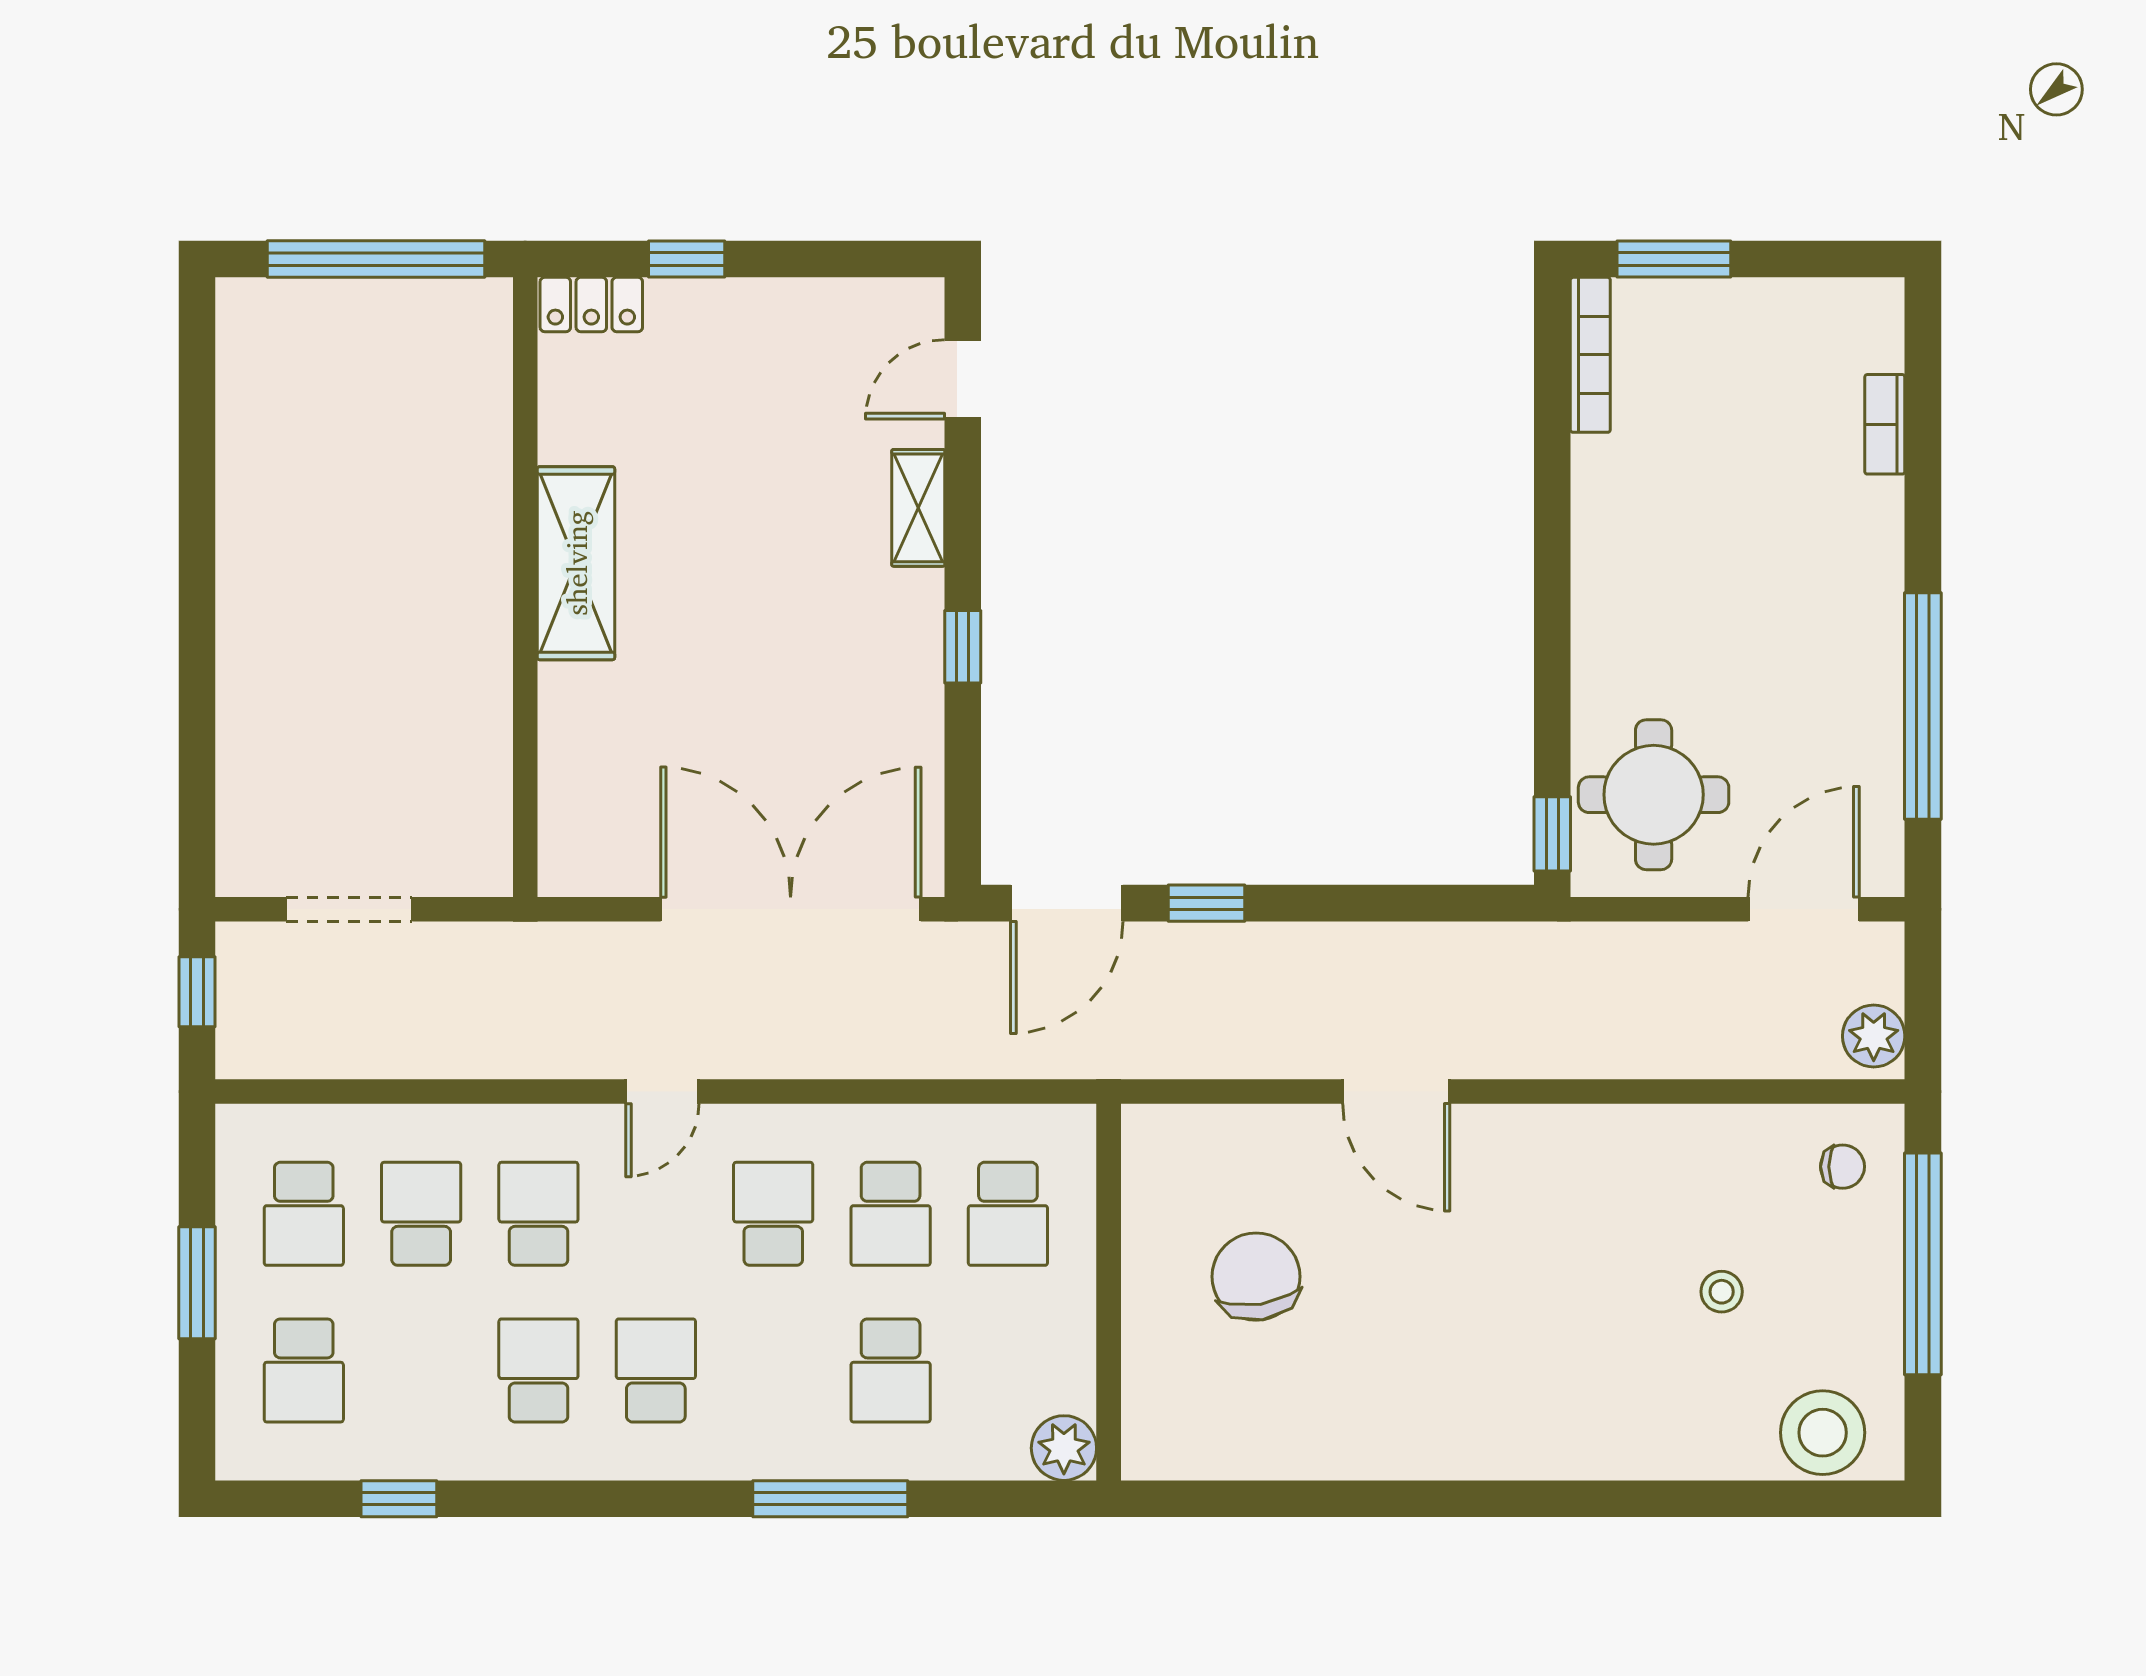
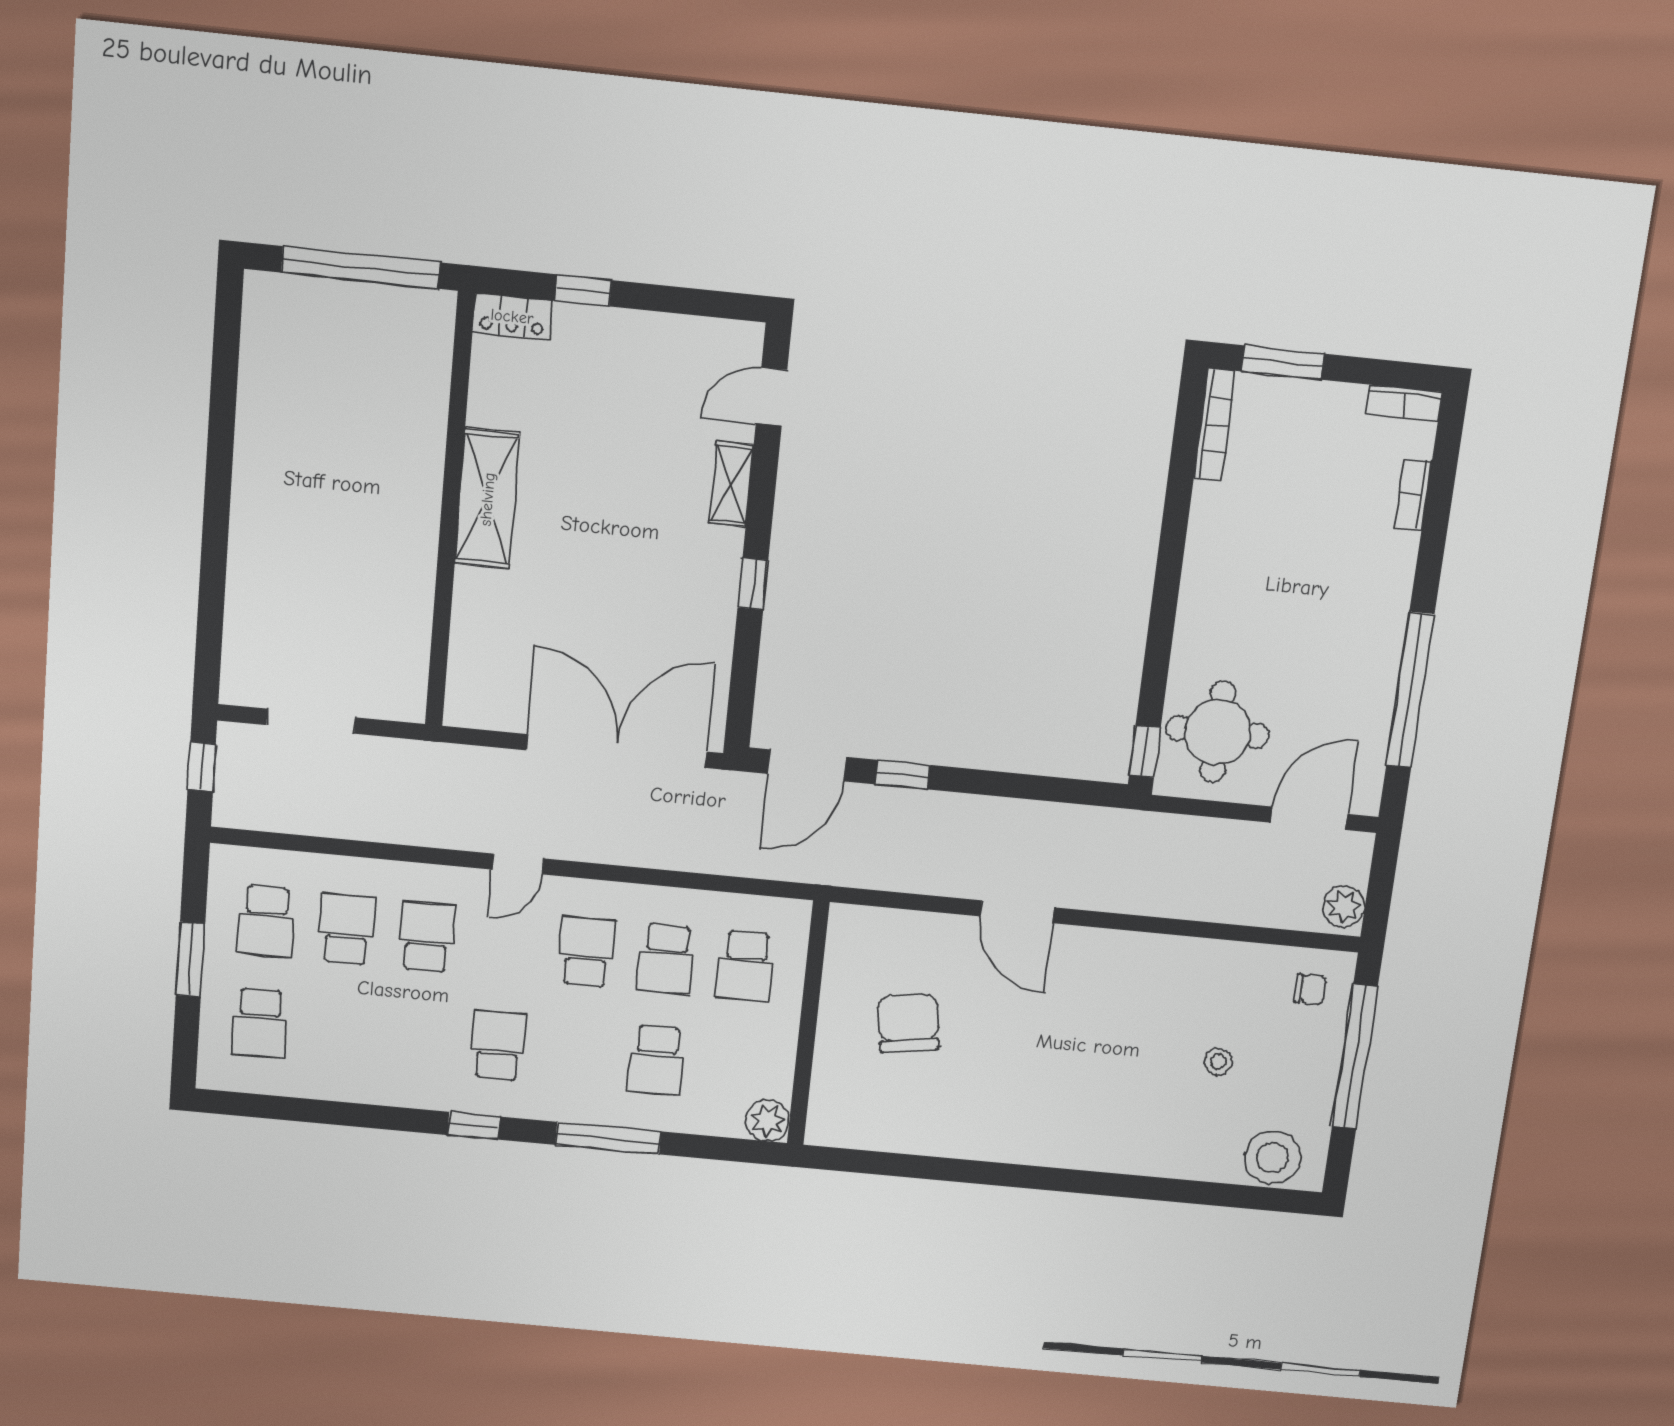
bookcase: (1853, 298) -> (1404, 403), added
school desk: (538, 1370) -> (419, 1038), removed
window: (399, 1499) -> (474, 1126), moved

